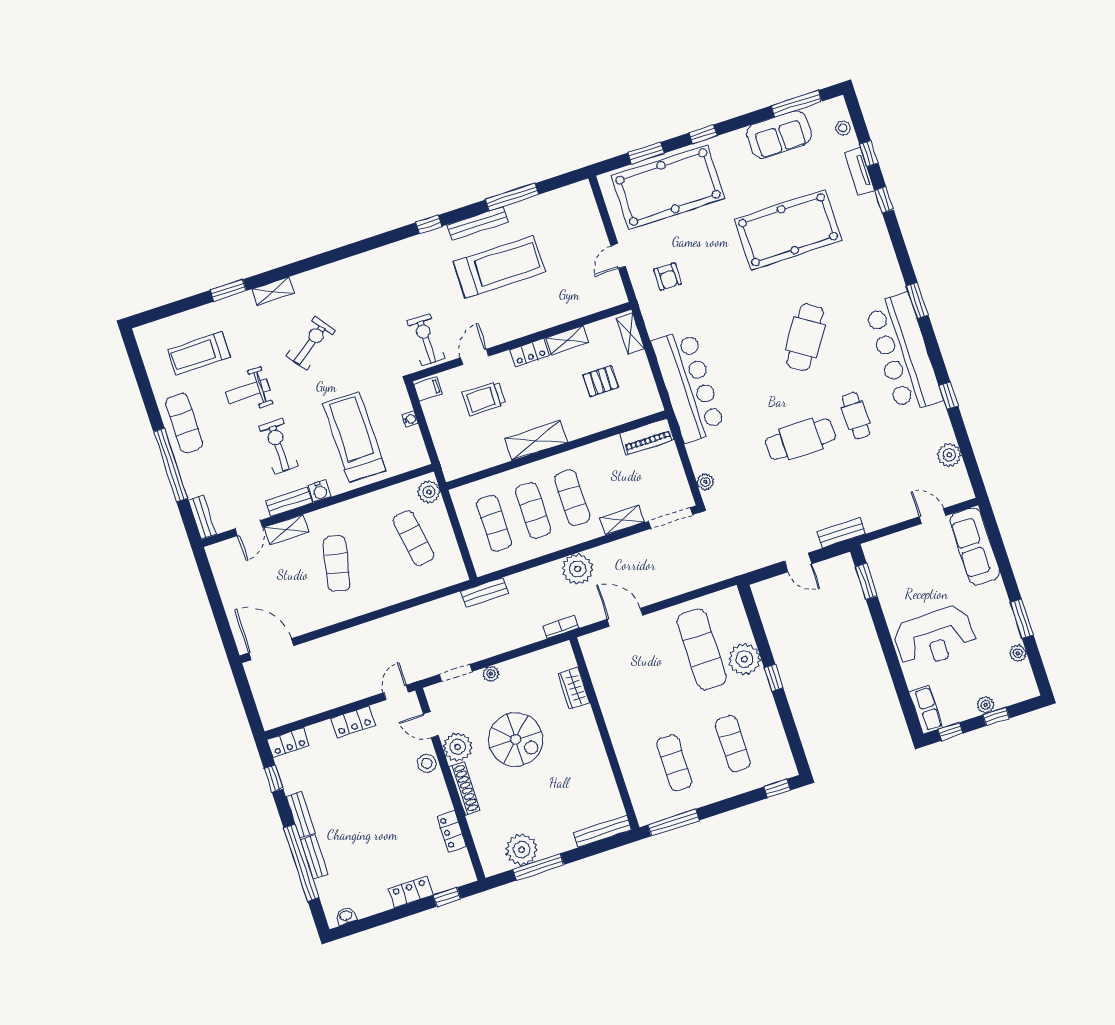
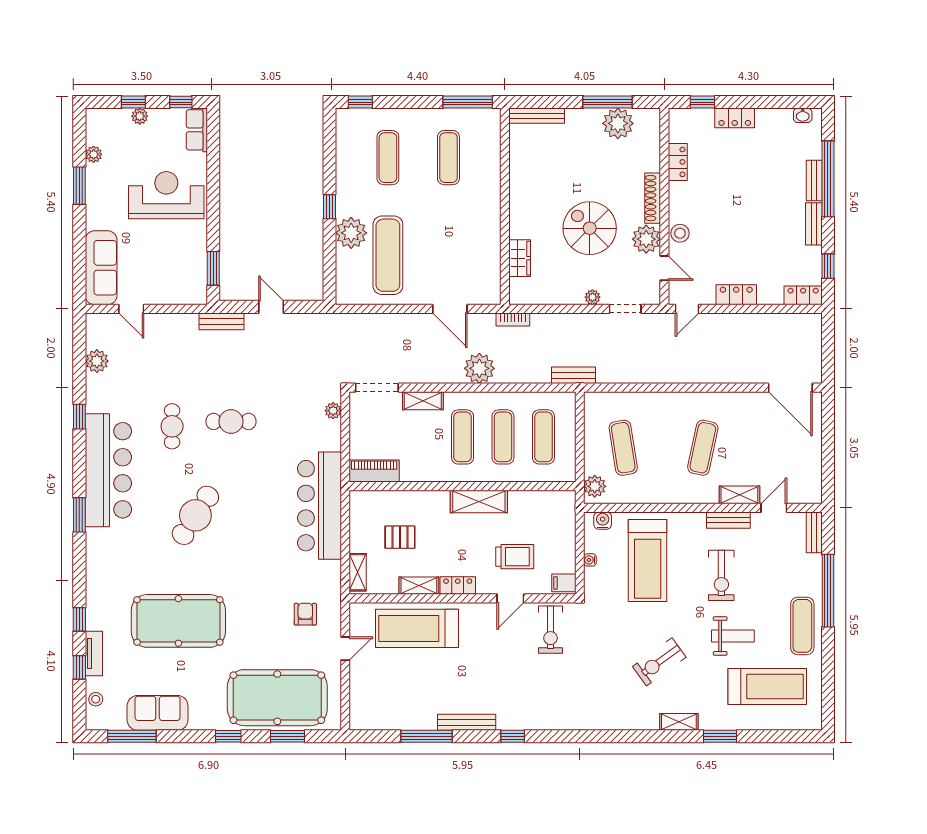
treadmill: (499, 267) -> (417, 628), moved
treadmill: (199, 353) -> (767, 687), width x1.37, depth x1.38
cafe table: (801, 439) -> (231, 421), width x0.73, depth x0.74
water cooler: (320, 491) -> (603, 521), moved

